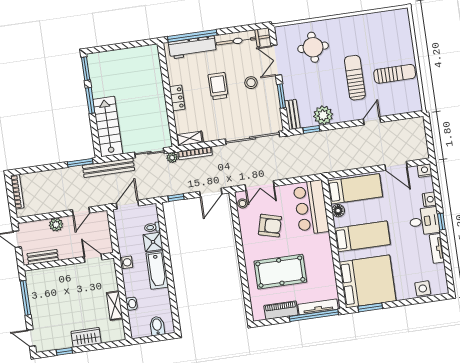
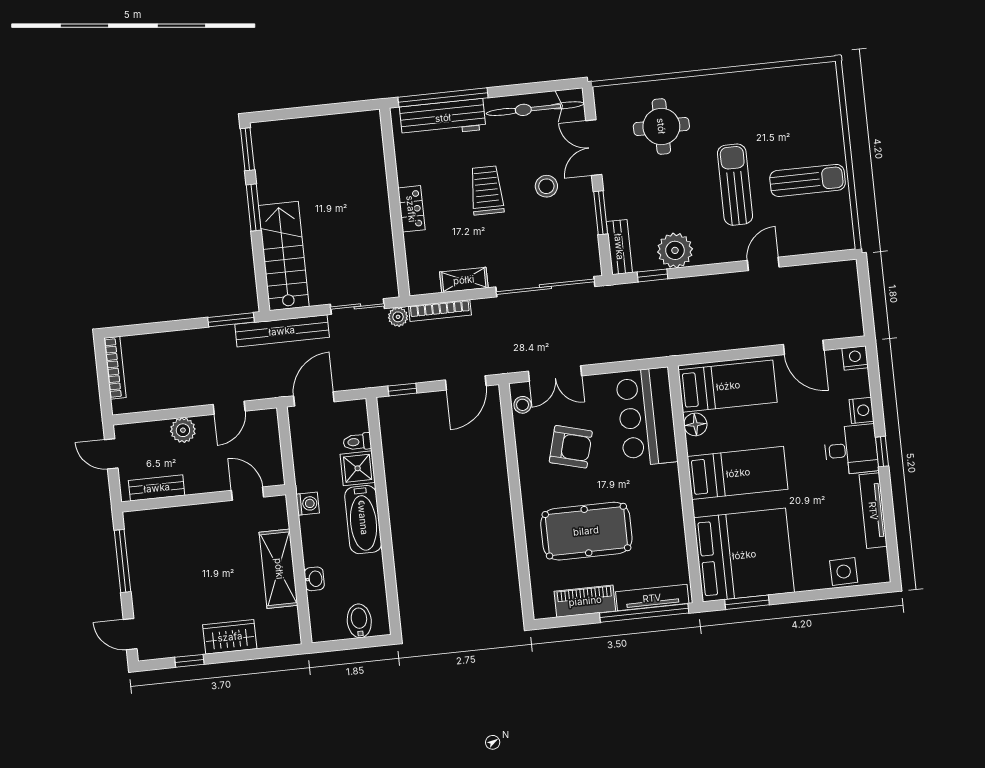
shelving: (190, 138) -> (464, 280), moved
tv unit: (437, 248) -> (873, 511), width x1.41
shelving: (115, 306) -> (279, 569), width x1.50, depth x1.33

